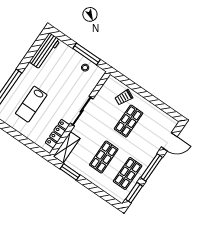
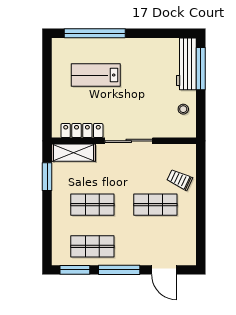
workbench: (45, 51) -> (186, 64), moved, turned 90
window: (87, 54) -> (201, 69), moved

